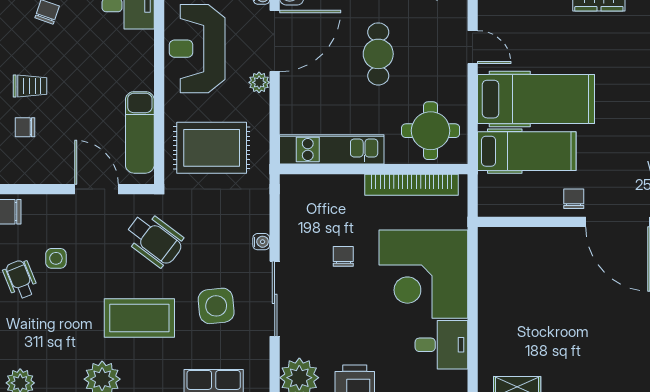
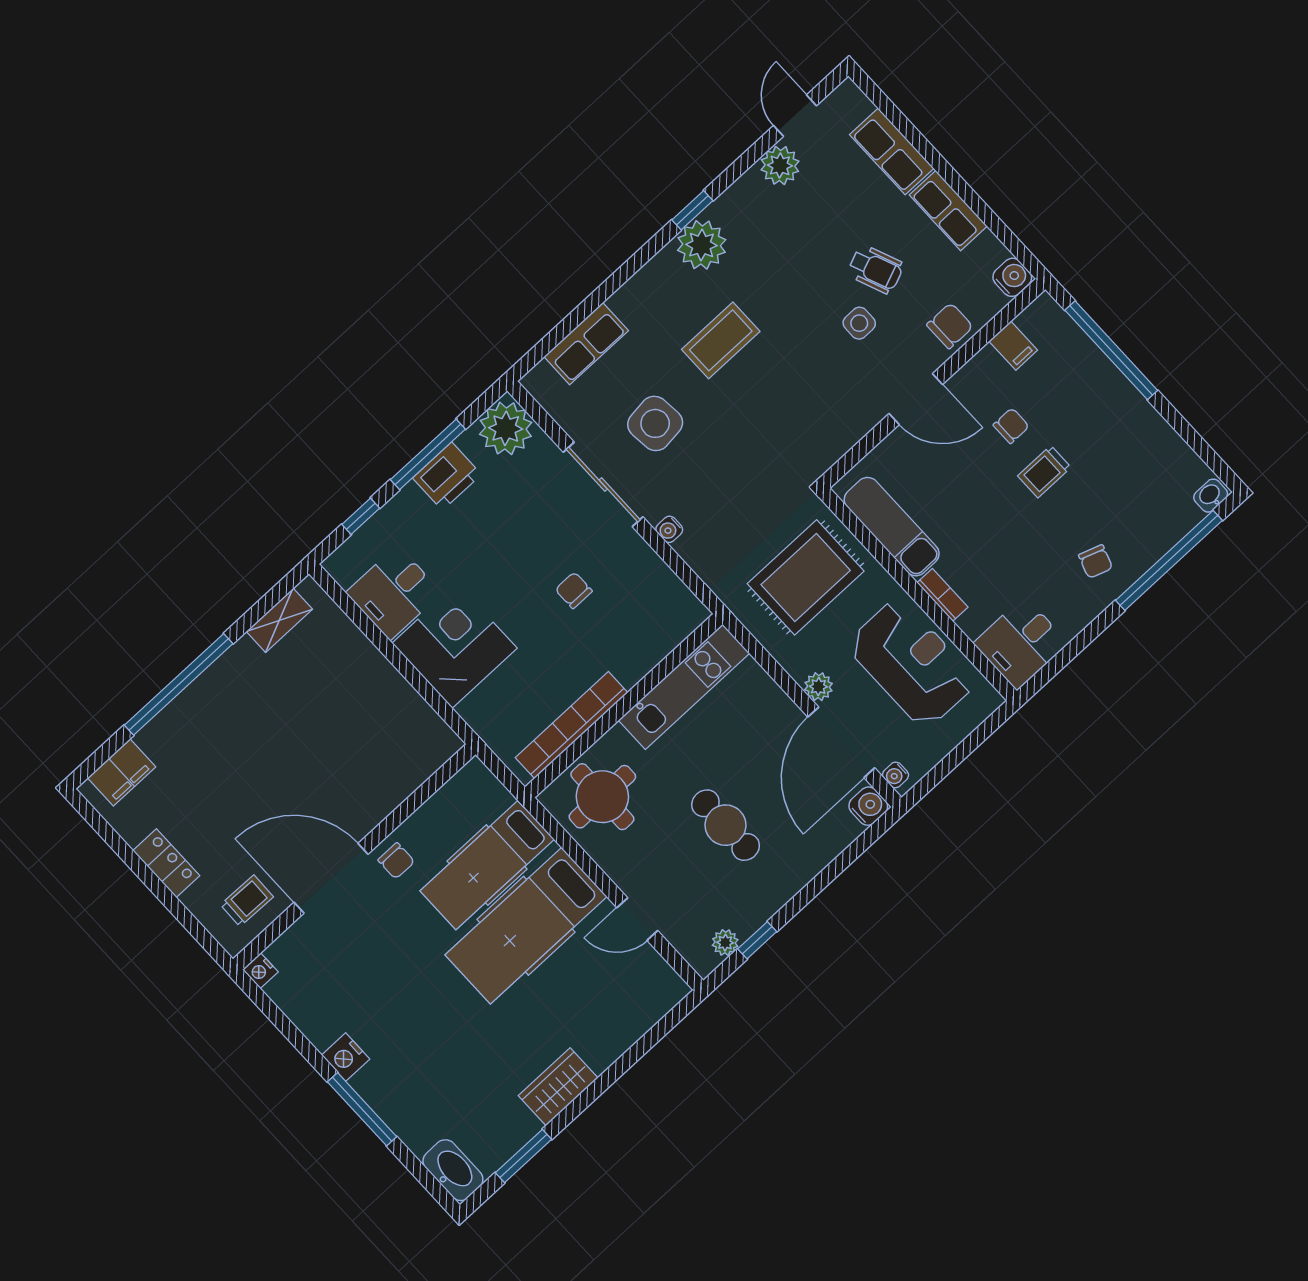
bookcase: (146, 70) -> (942, 595), added
door: (97, 189) -> (916, 399), moved
wheelchair: (154, 240) -> (778, 433), removed
chair: (343, 256) -> (574, 590), turned 180
corner desk: (423, 274) -> (455, 646), width x0.74, depth x0.74
coffee table: (139, 318) -> (721, 340), width x0.73, depth x0.76

